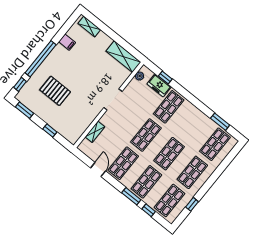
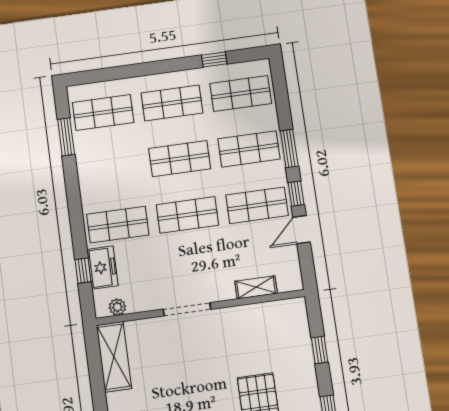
window: (149, 210) -> (296, 194), moved

